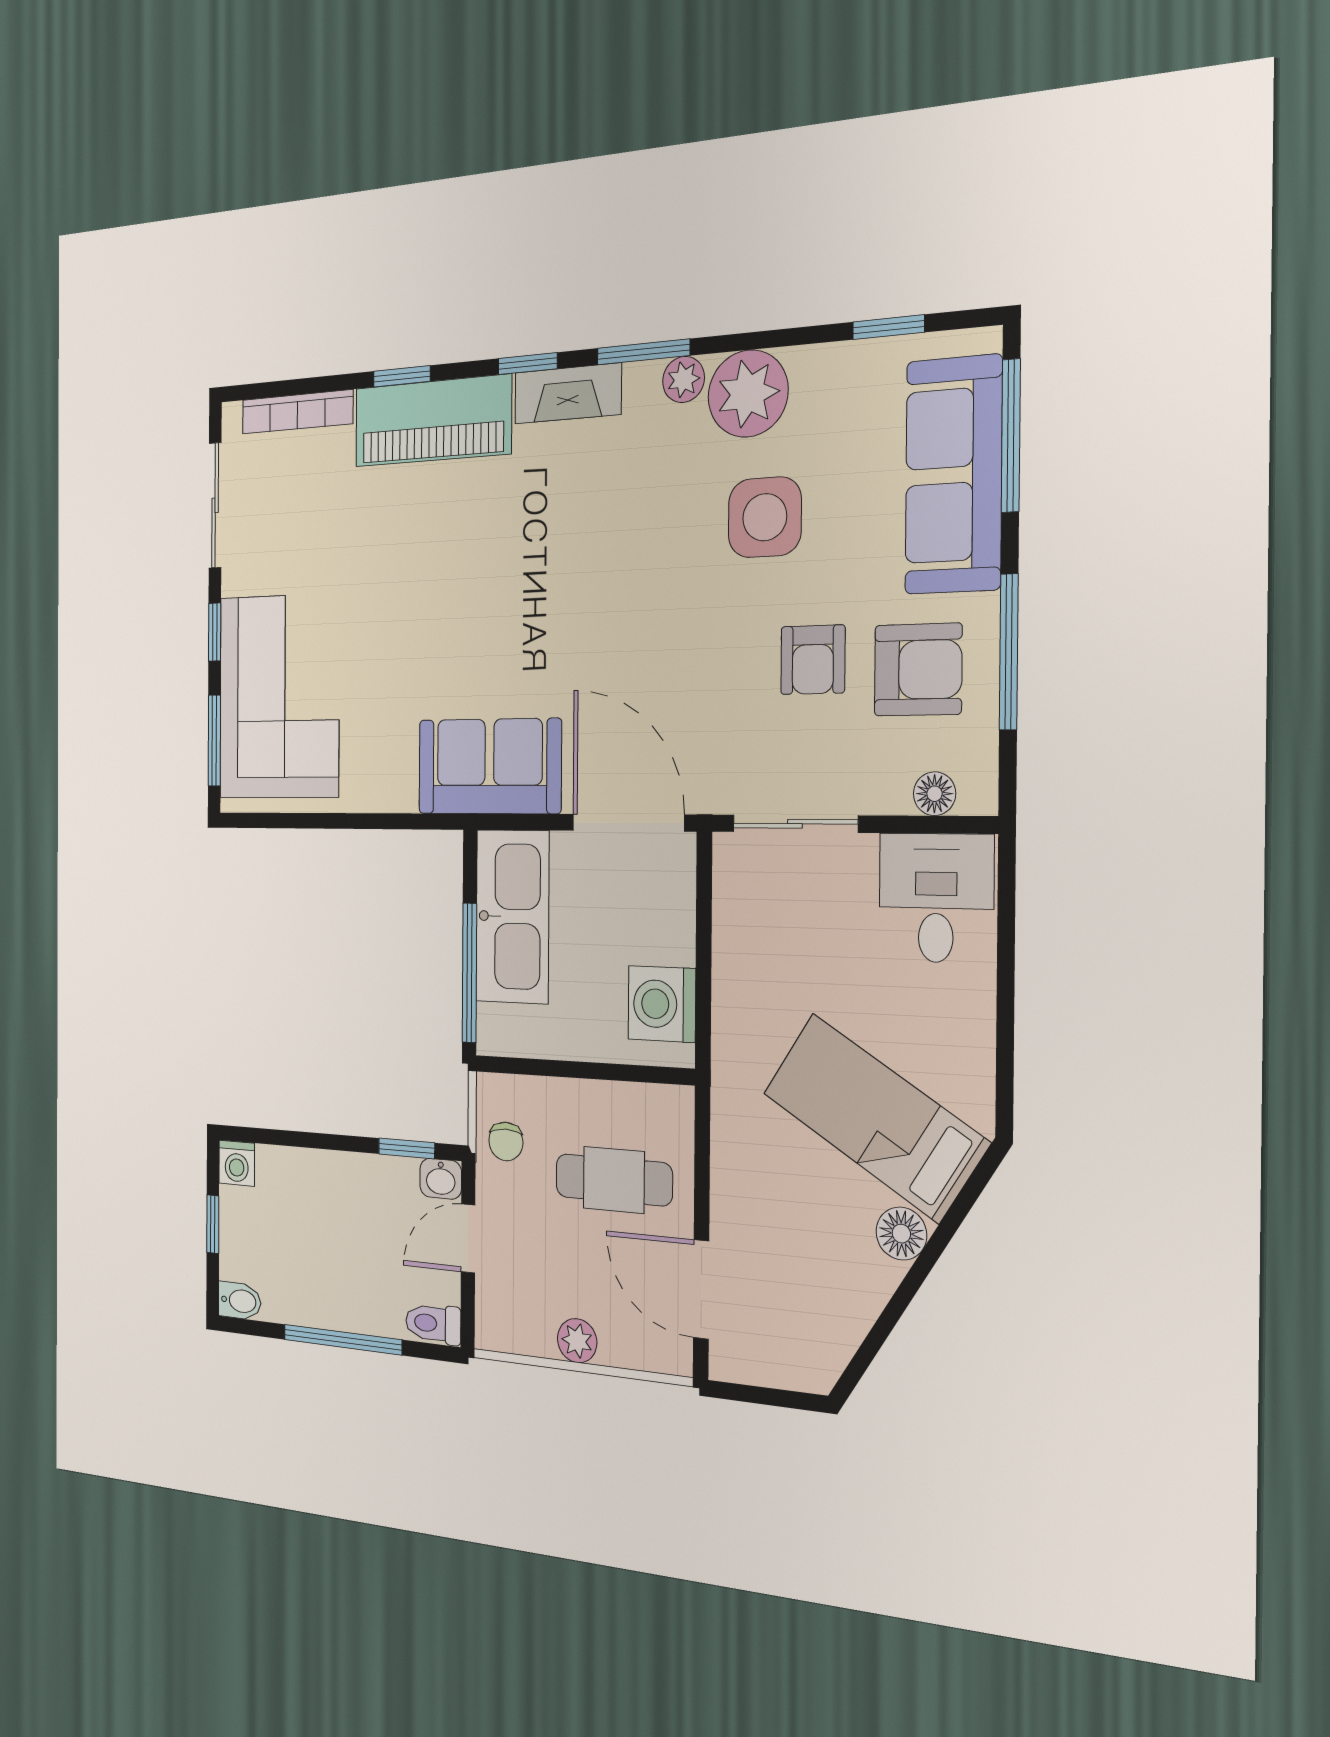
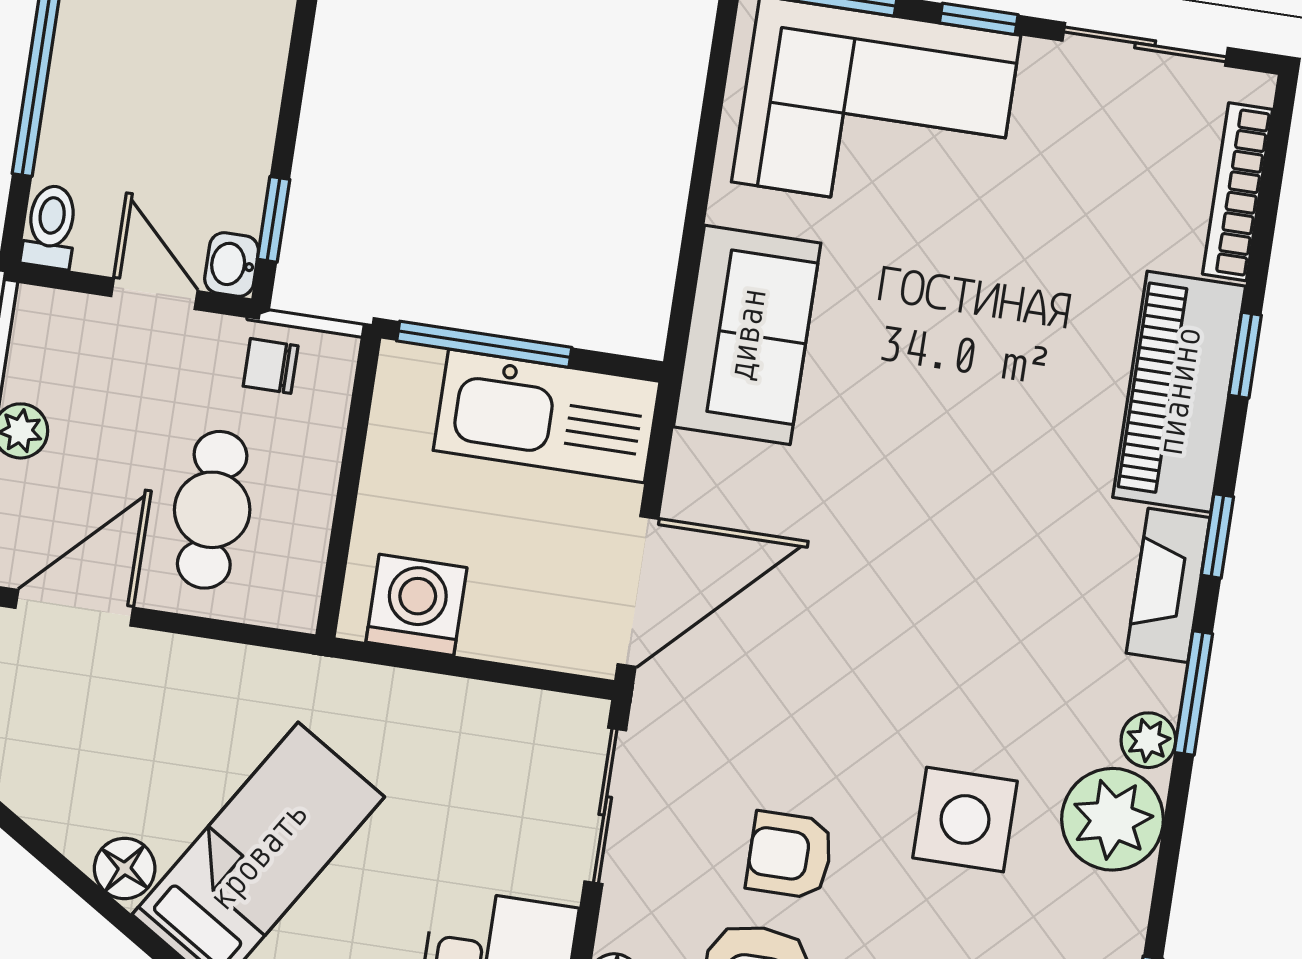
sofa: (489, 766) -> (747, 335), moved

